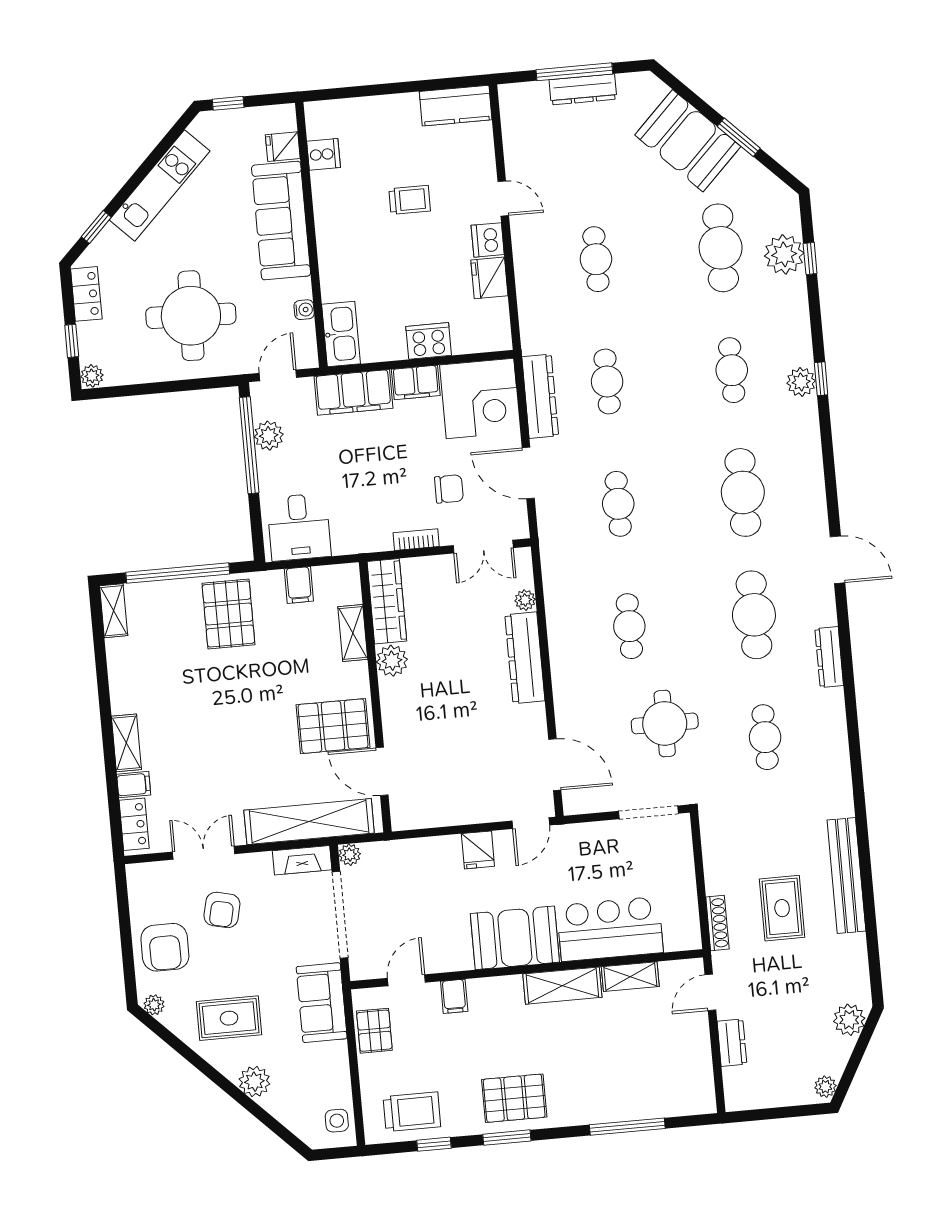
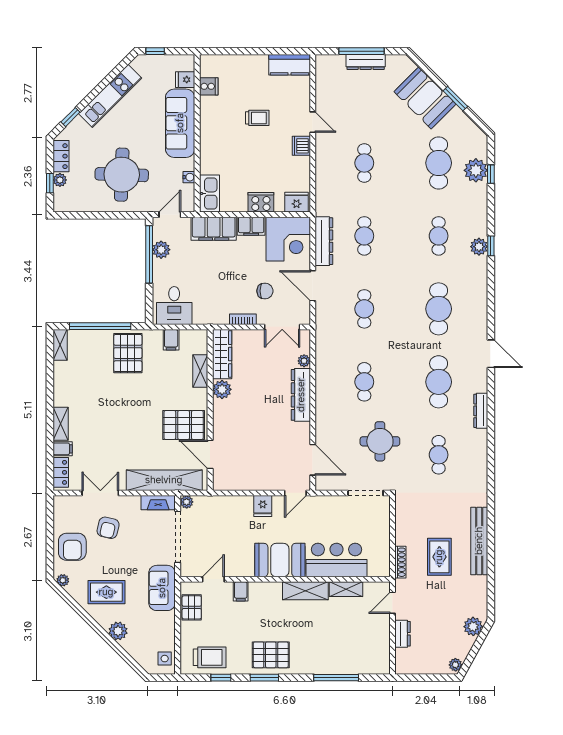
fridge: (489, 278) -> (297, 202), moved, turned 90
plant: (92, 376) -> (60, 180), moved

